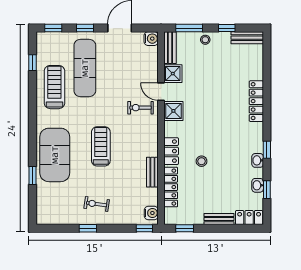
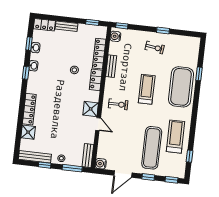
bench: (247, 38) -> (35, 157), width x1.36
shower: (173, 74) -> (28, 132), moved
treadmill: (54, 87) -> (176, 137), turned 180
exercise bike: (141, 108) -> (118, 104), moved
treadmill: (101, 146) -> (147, 89), turned 180

